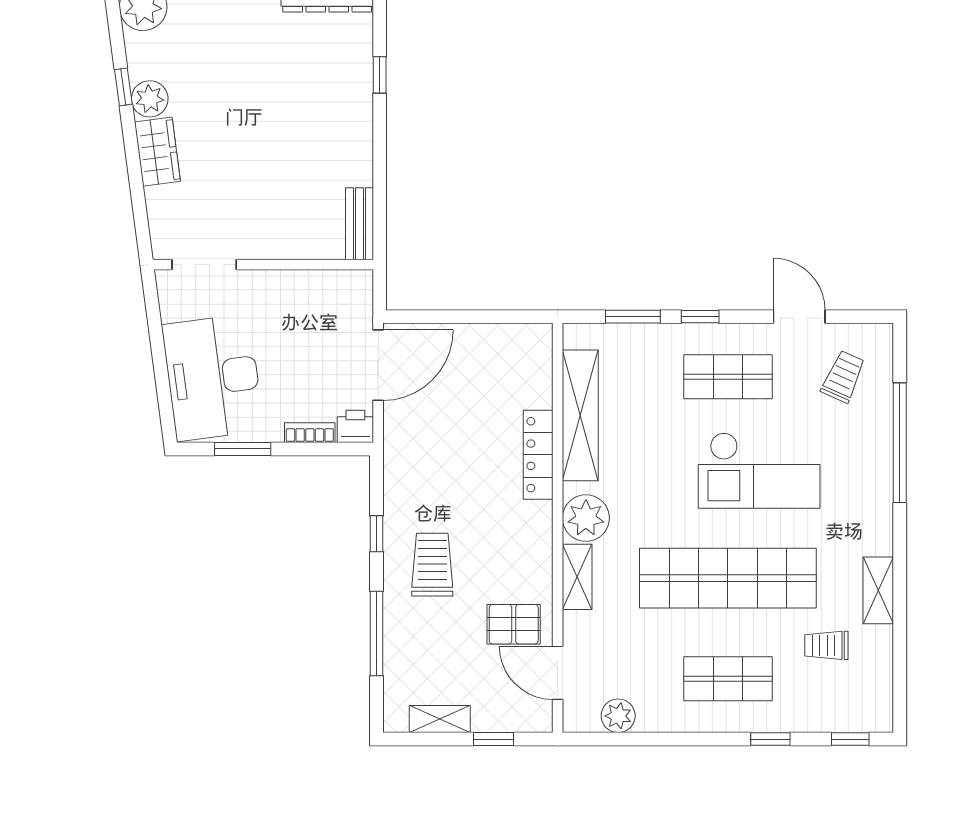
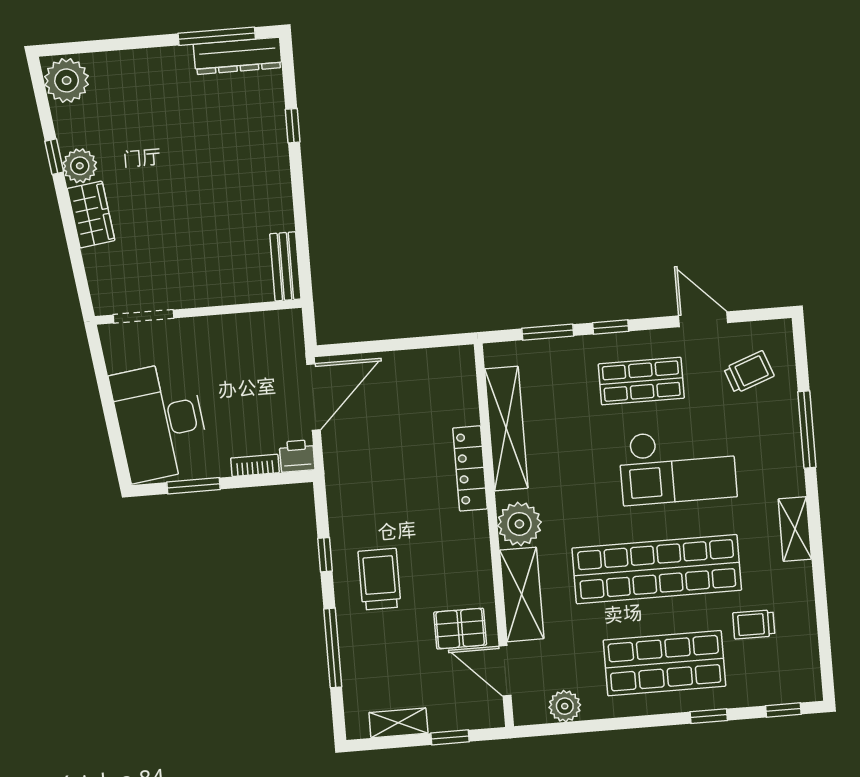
trolley: (843, 377) -> (749, 372), turned 46
window: (900, 443) -> (807, 430), width x0.68
shelving: (577, 577) -> (522, 594), width x1.50, depth x1.33
shelving: (878, 590) -> (795, 529), moved
shop shelf: (728, 679) -> (664, 663), width x1.43, depth x1.36

